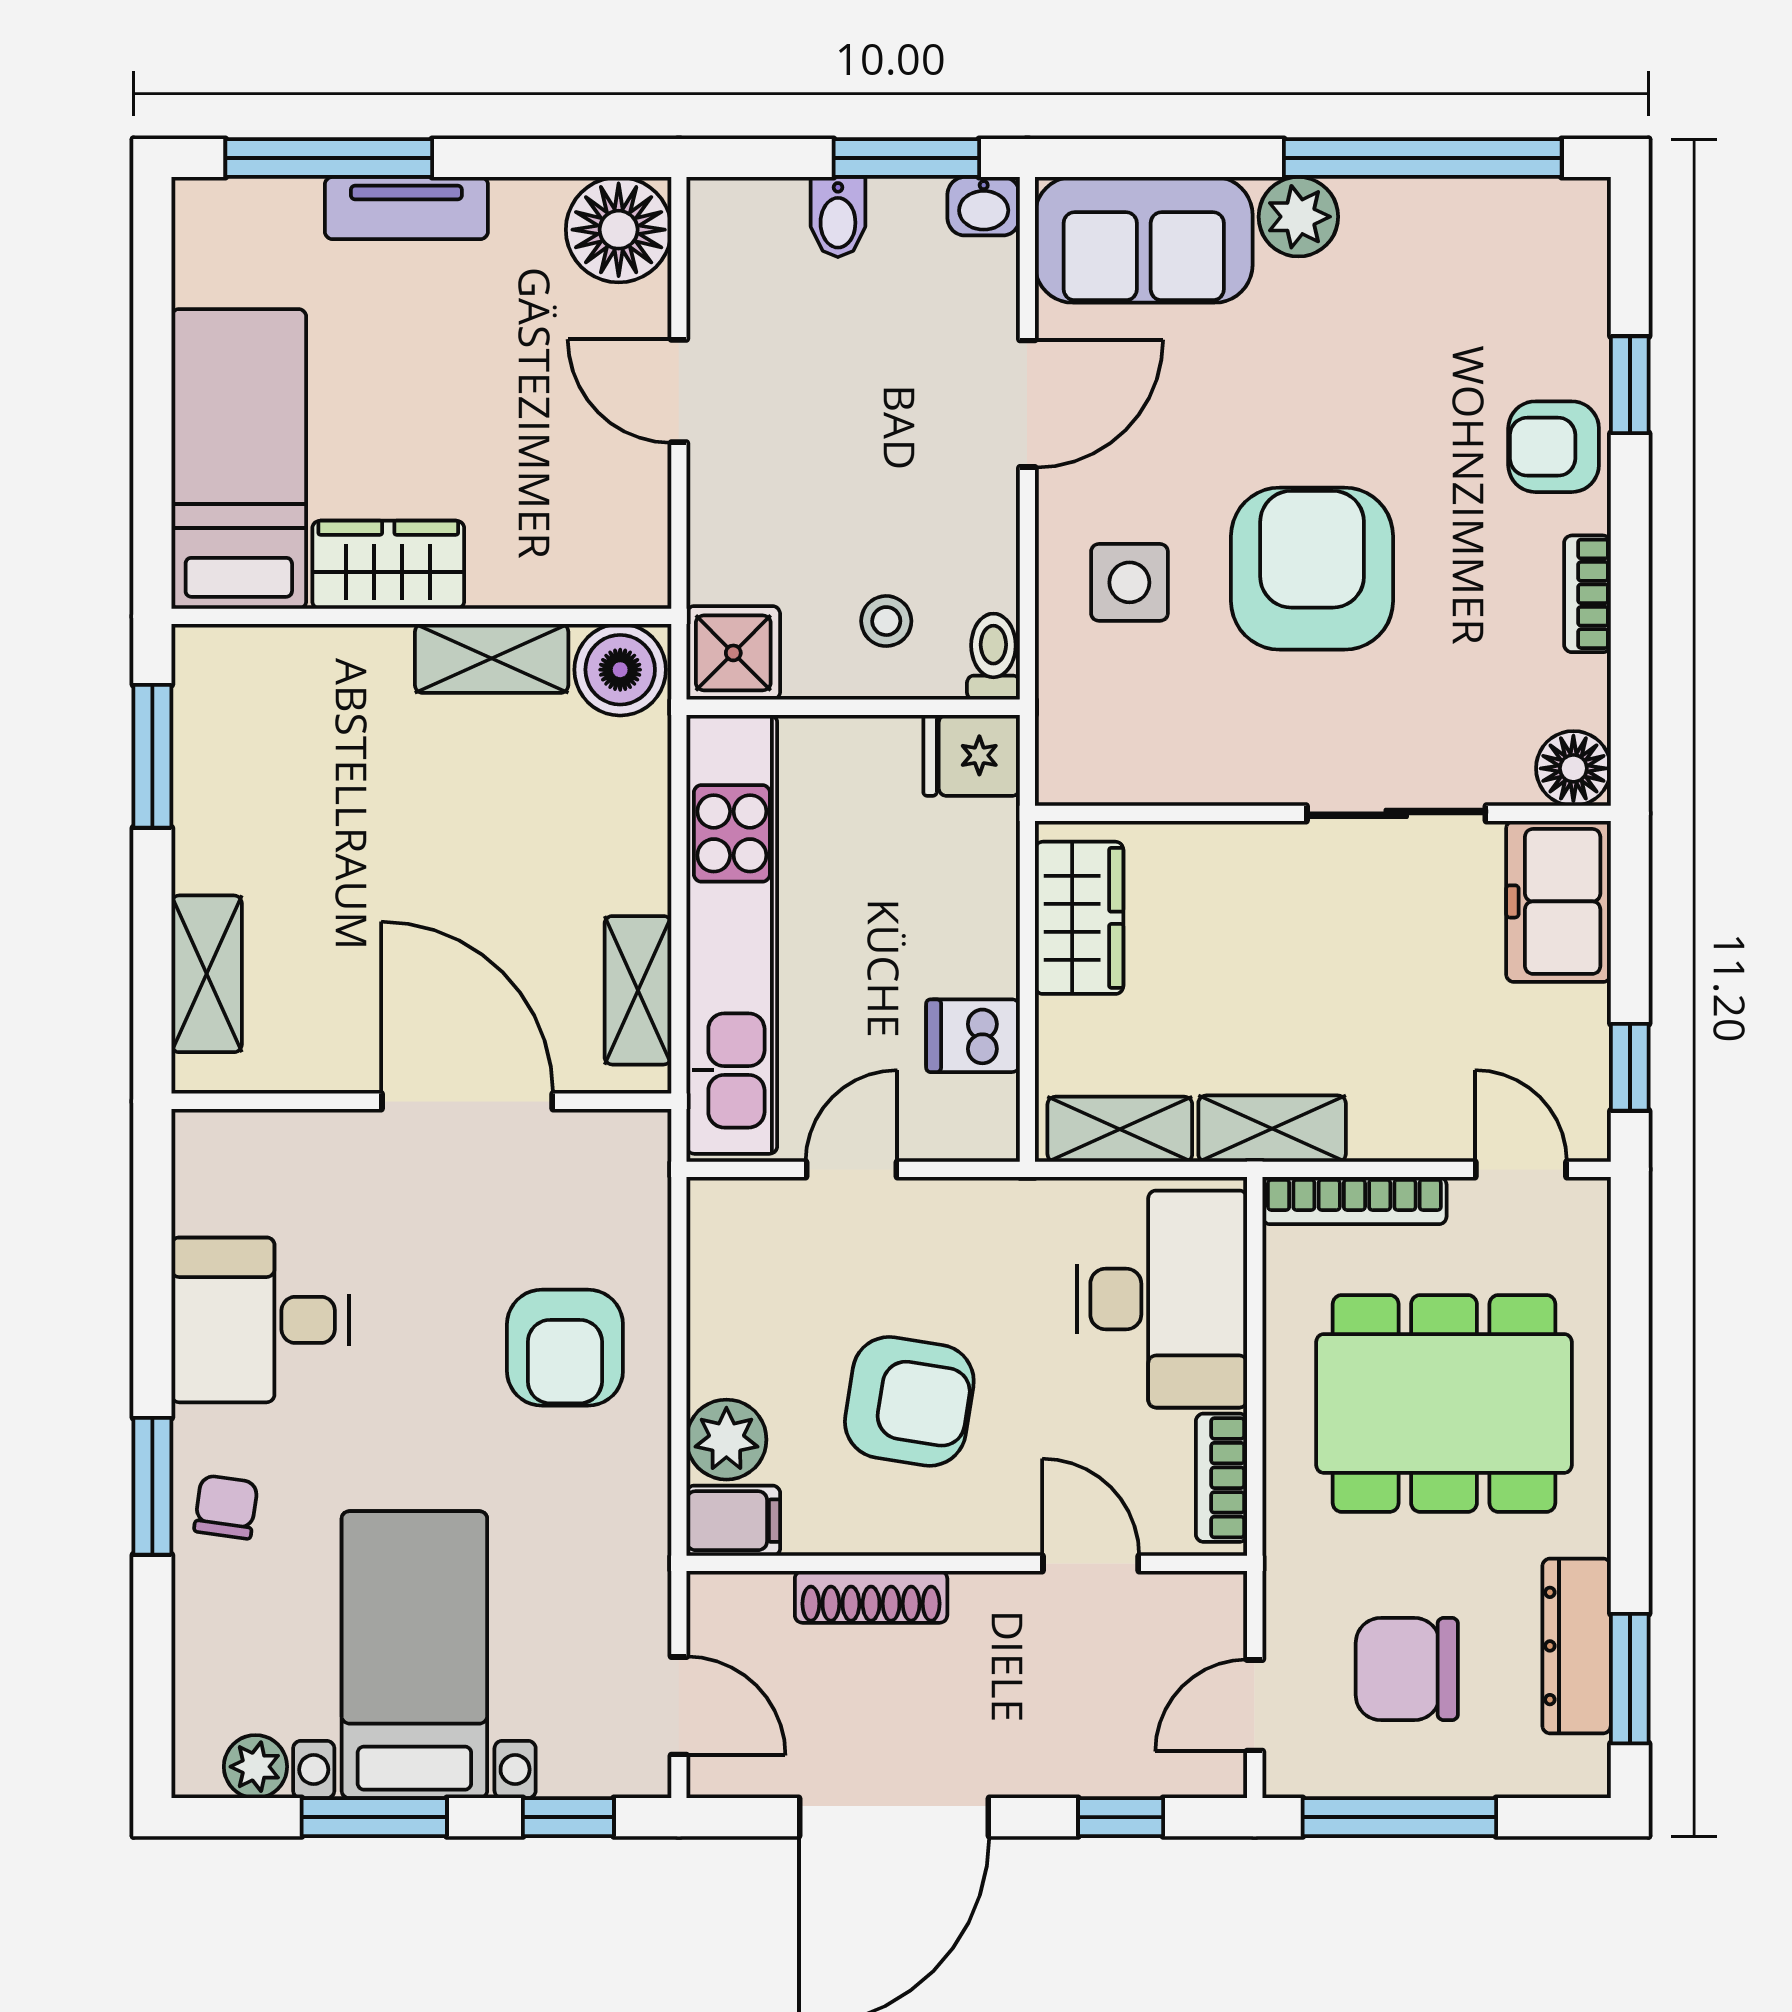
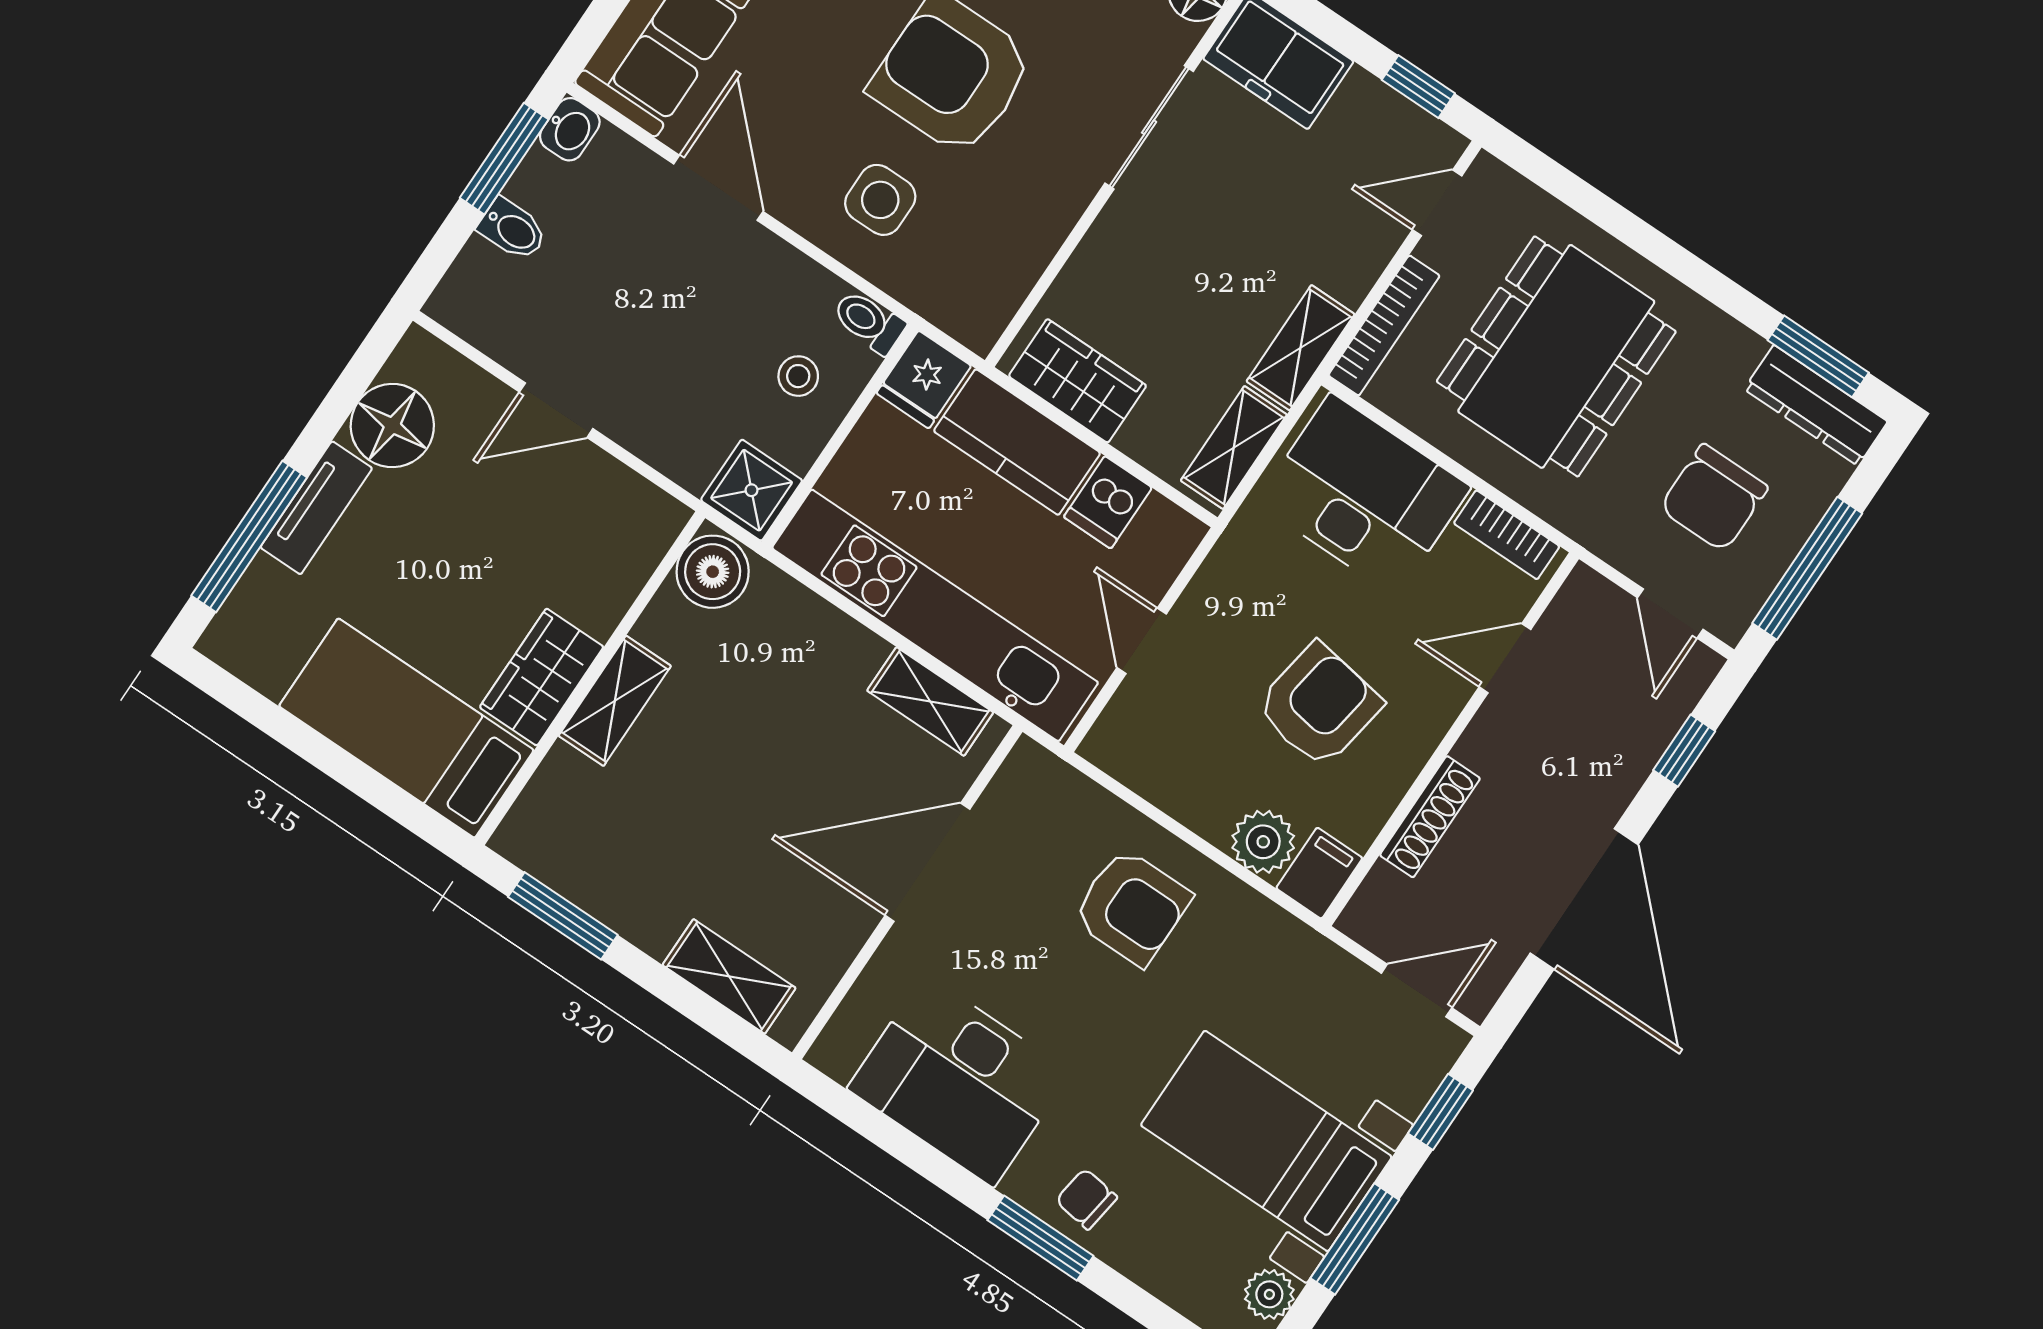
floor lamp: (619, 230) -> (392, 426), moved
shelving: (492, 658) -> (615, 701), moved
kitchen counter: (972, 898) -> (1017, 442), added
desk: (260, 1320) -> (959, 1081), width x1.37
dresser: (1577, 1646) -> (1816, 405), moved

